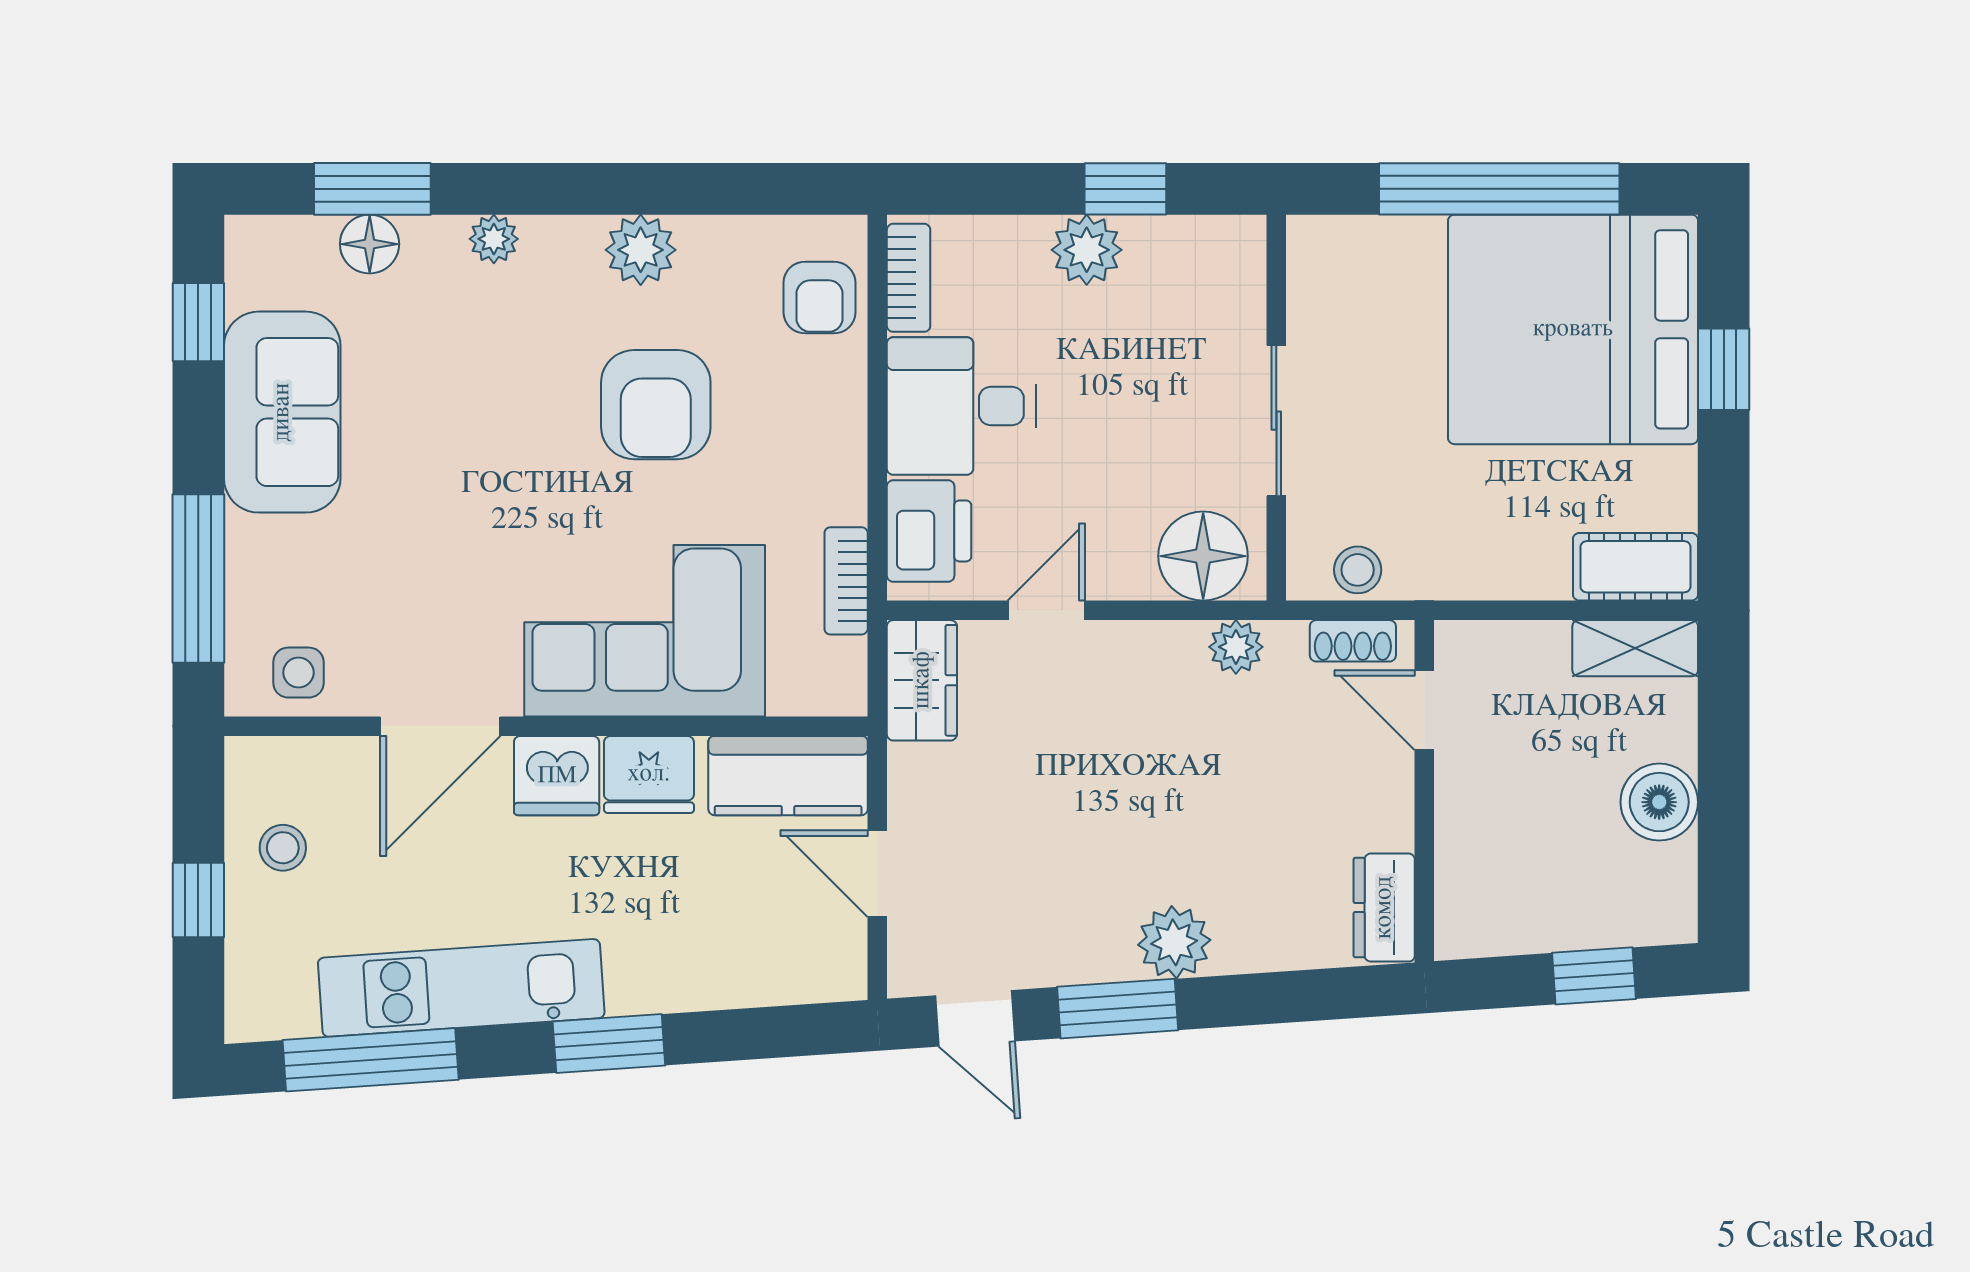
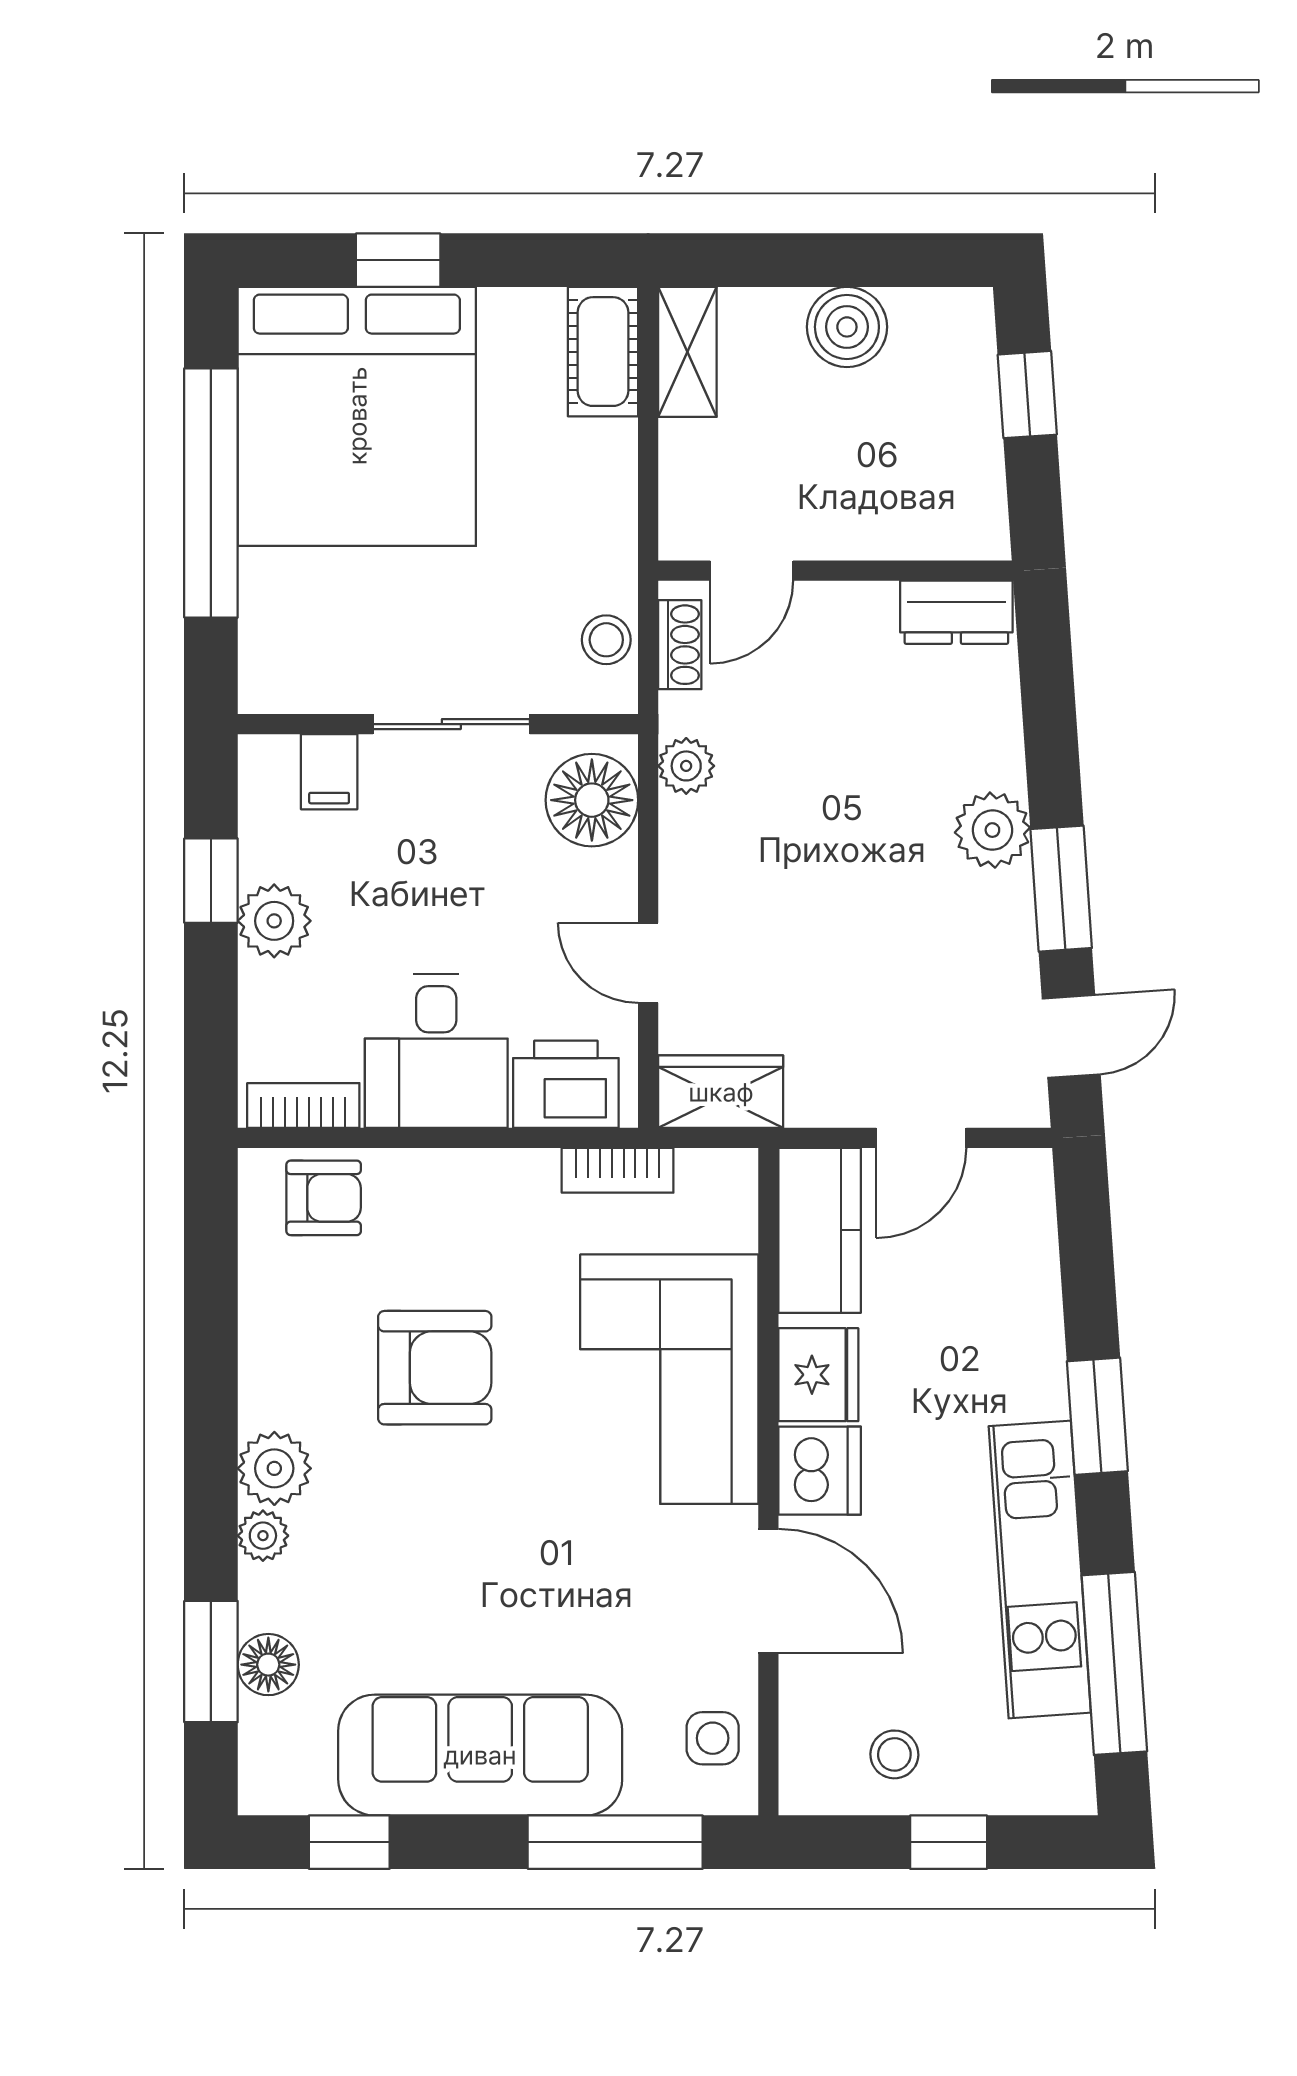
plant: (641, 250) -> (274, 1468), moved
filing cabinet: (1230, 303) -> (329, 772), added
sofa: (282, 412) -> (480, 1755), width x1.36

